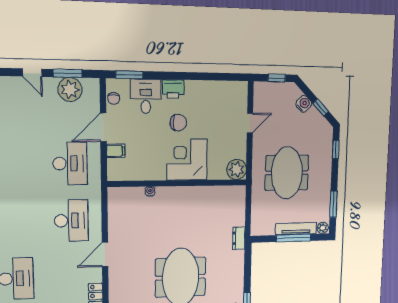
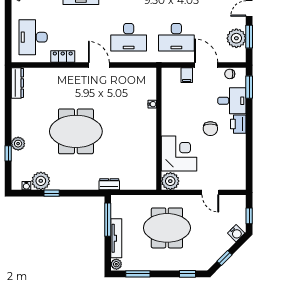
water cooler: (304, 104) -> (236, 233), moved
corner desk: (187, 160) -> (179, 154), moved
window: (294, 238) -> (108, 220), moved

